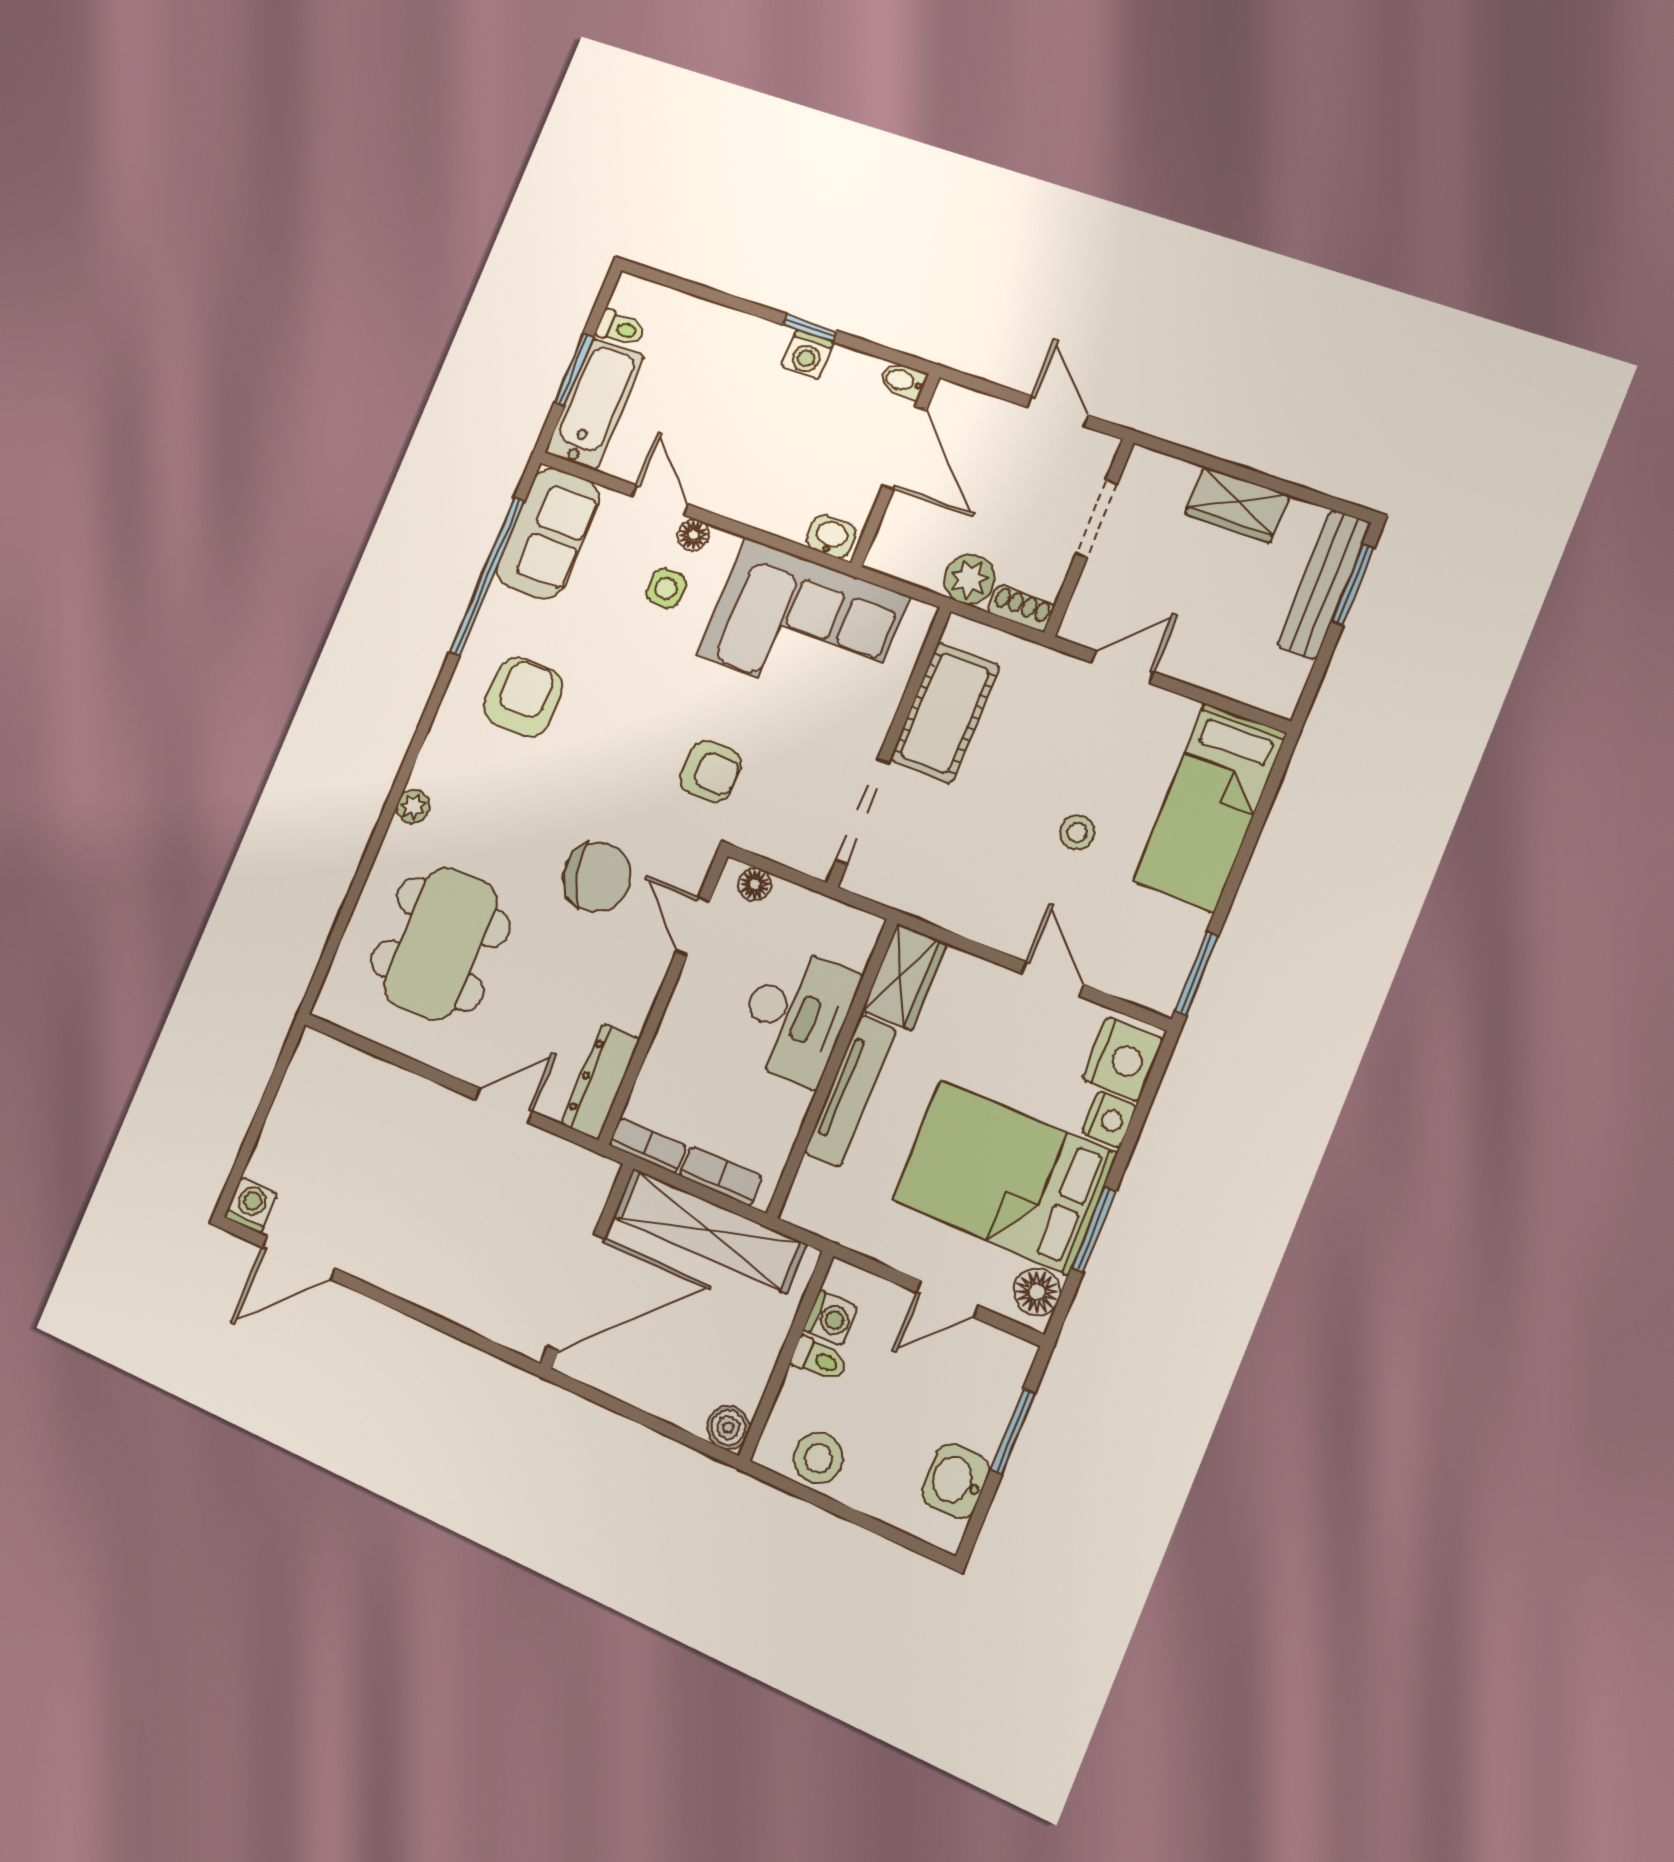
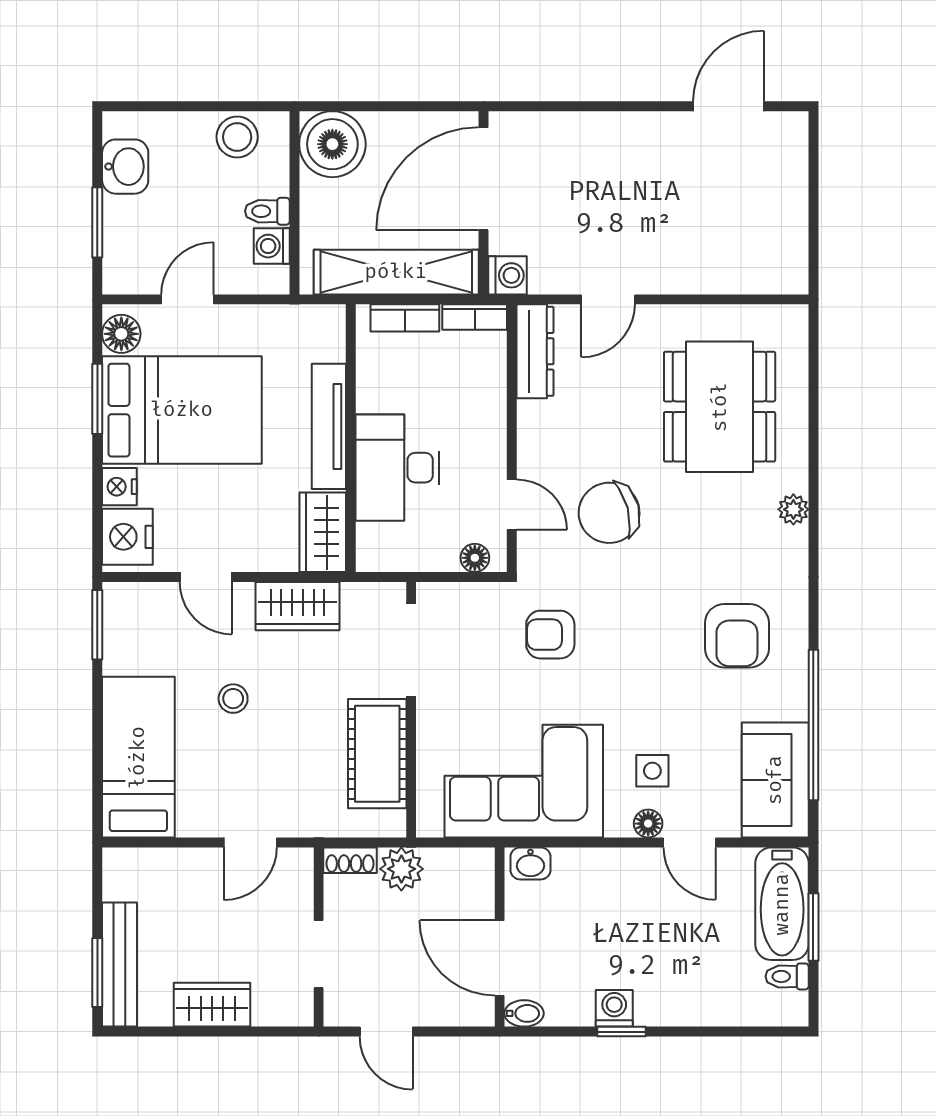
wardrobe: (965, 907) -> (297, 606), added
washing machine: (251, 1205) -> (508, 275), moved, turned -90
boiler: (728, 1428) -> (332, 144), width x1.86, depth x1.86

